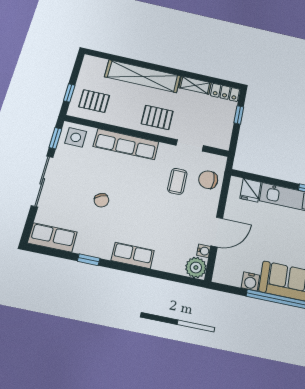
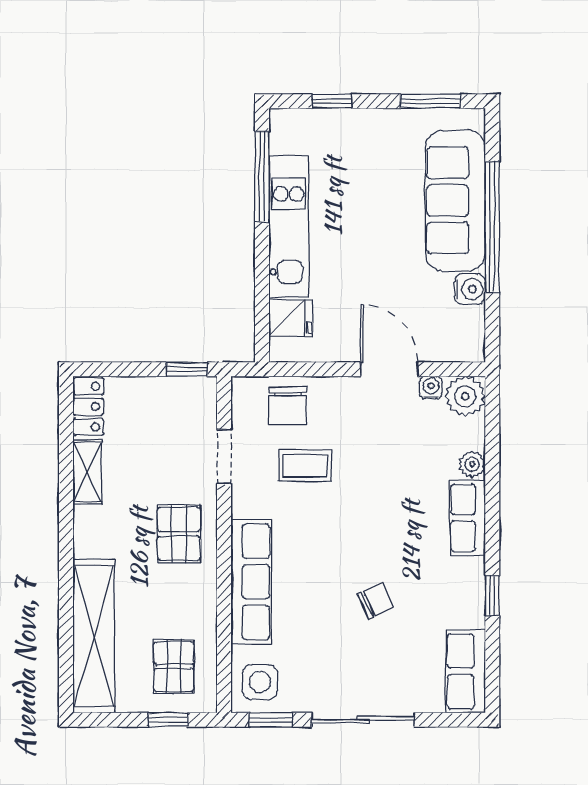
shelving: (143, 76) -> (94, 636), moved
window: (239, 115) -> (187, 369), moved
plant: (160, 264) -> (472, 464), added

